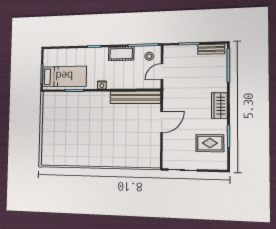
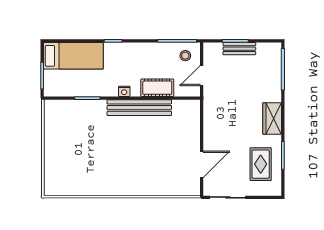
bench: (211, 49) -> (239, 49), moved
cot: (121, 54) -> (157, 88), moved
bed: (64, 76) -> (73, 56), moved
bench: (135, 97) -> (139, 108), moved
door: (162, 122) -> (202, 164), moved
rug: (210, 143) -> (261, 164), turned 90

